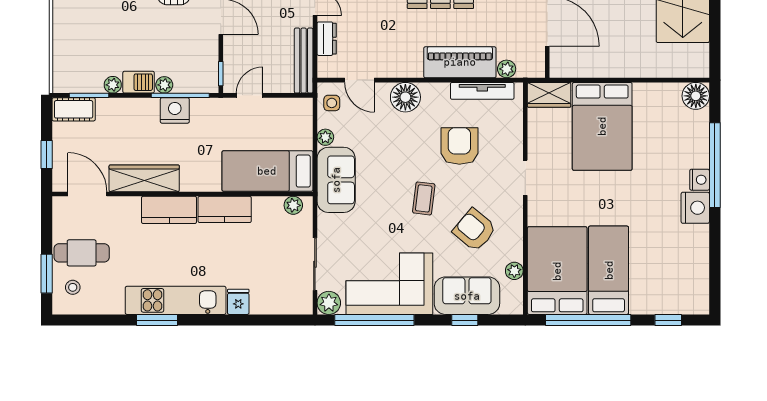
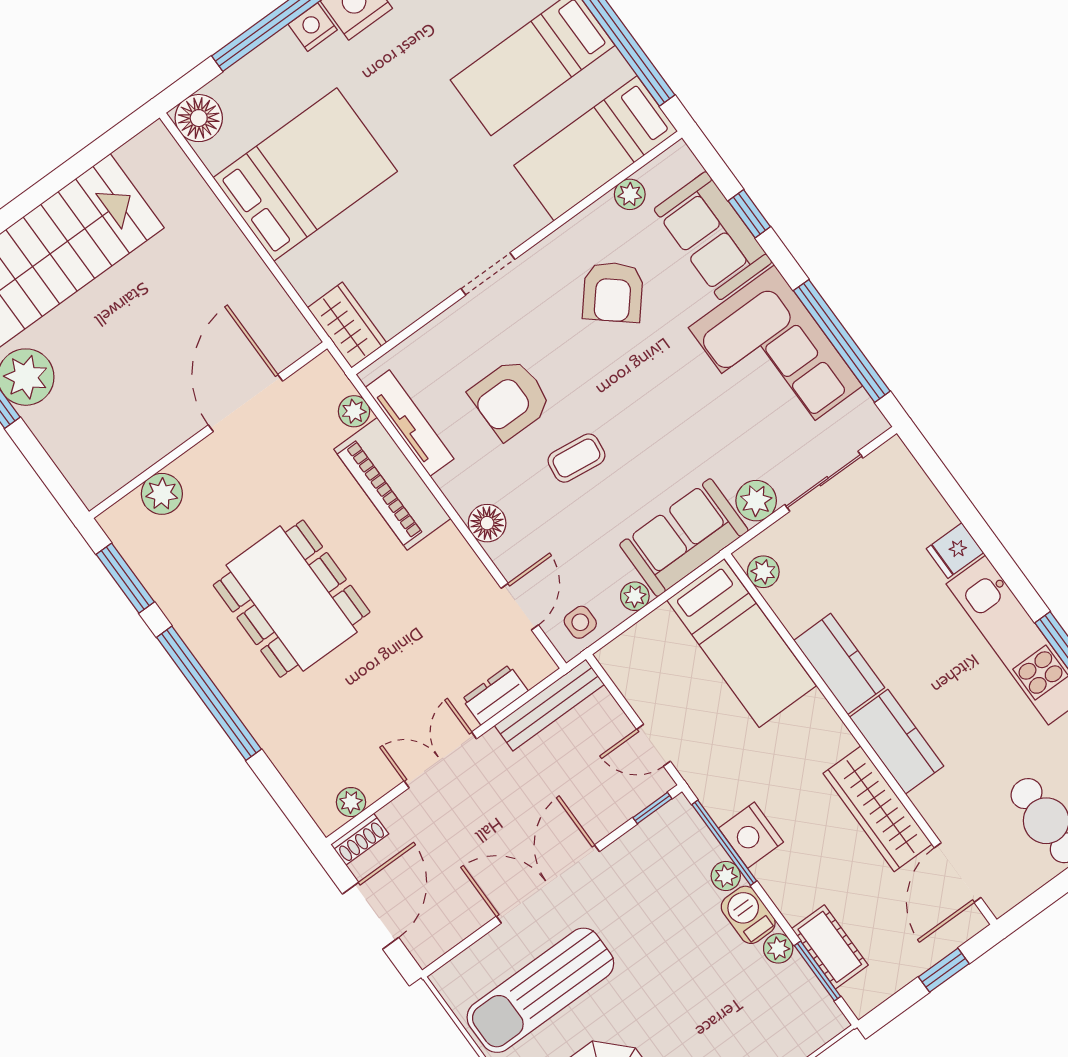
floor lamp: (405, 97) -> (487, 523), width x0.73, depth x0.73
cot: (74, 109) -> (830, 947), moved
bed: (602, 126) -> (305, 175), moved
coffee table: (424, 198) -> (576, 458), moved
bed: (557, 271) -> (596, 148), width x0.67
plant: (329, 303) -> (756, 501), moved

